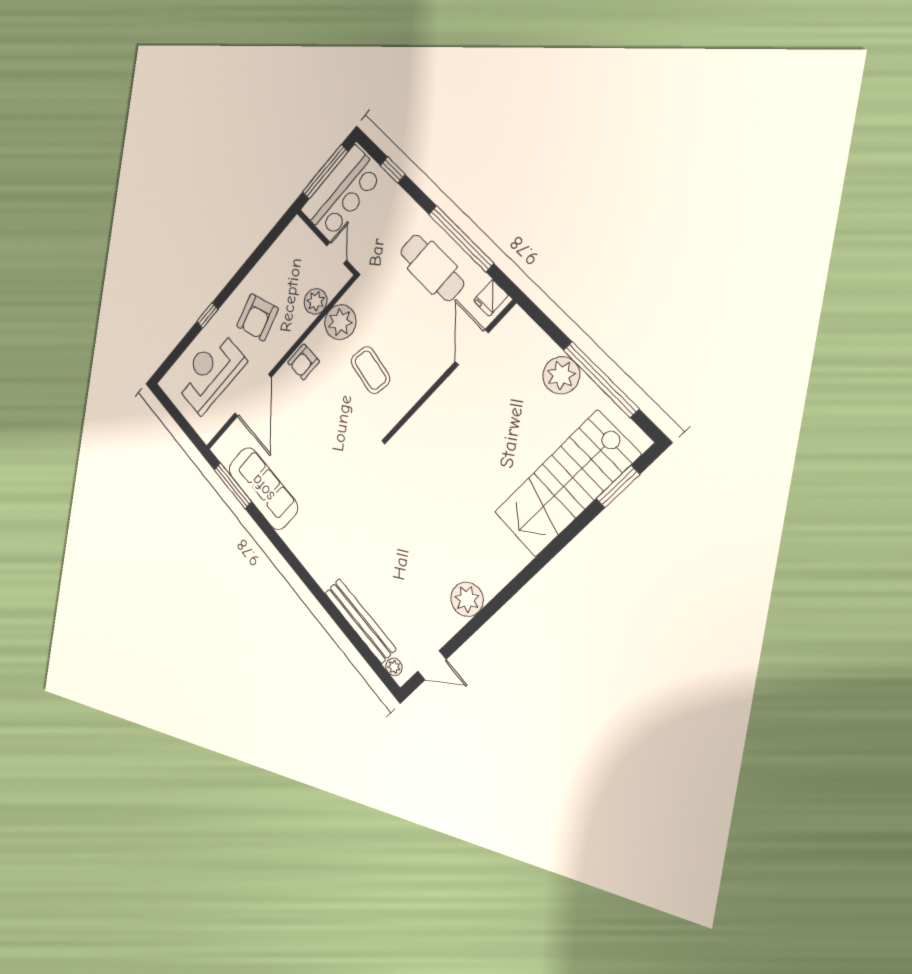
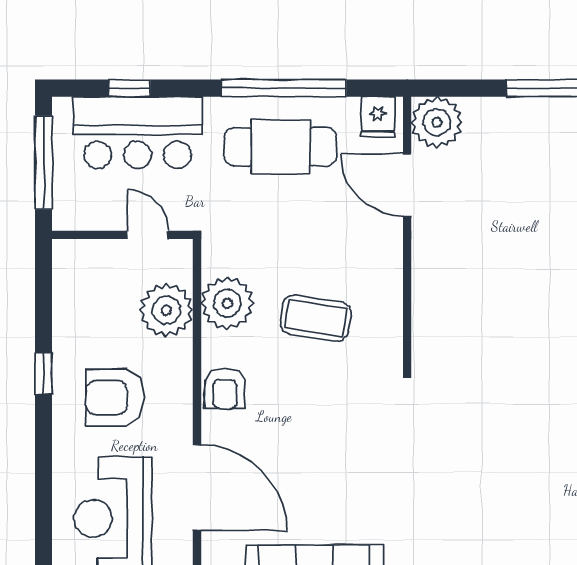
bar counter: (342, 192) -> (138, 133), moved, turned 90
plant: (316, 301) -> (166, 310), width x1.36, depth x1.36
window: (207, 316) -> (43, 373), moved
armchair: (257, 317) -> (115, 398), turned 108
plant: (561, 375) -> (437, 122), moved

